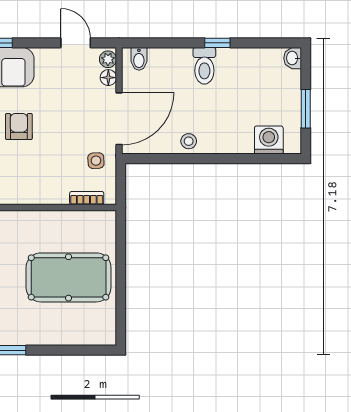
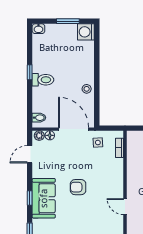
washing machine: (269, 140) -> (86, 32), moved

